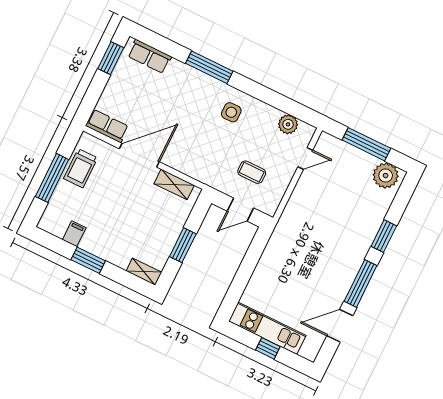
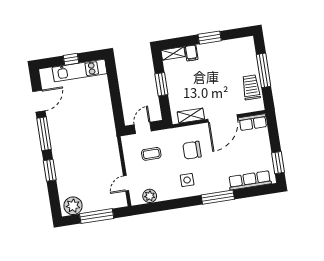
row of seats: (149, 56) -> (250, 180), width x1.48
chair: (201, 143) -> (192, 150), added
filing cabinet: (74, 234) -> (191, 53), moved

